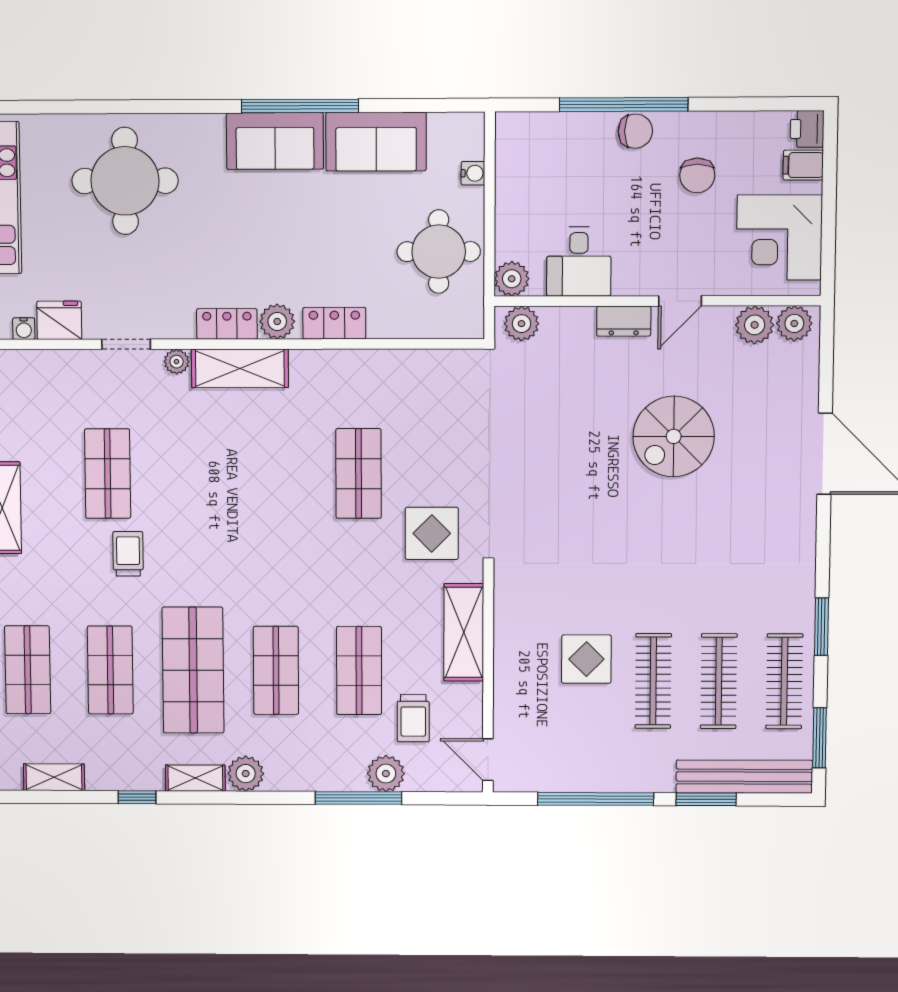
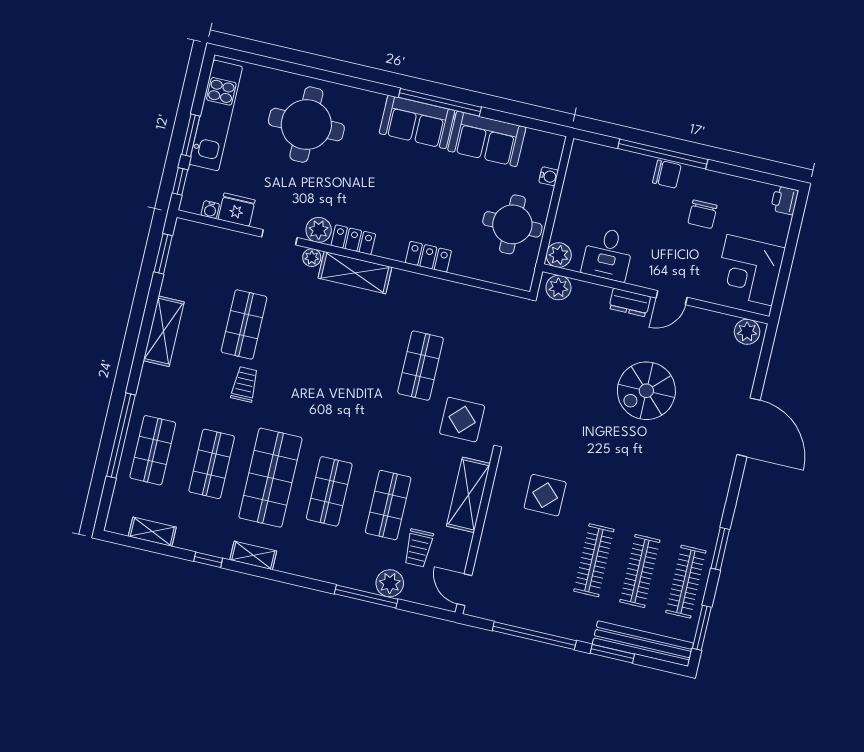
filing cabinet: (803, 165) -> (777, 224), removed
plant: (277, 321) -> (319, 230), moved
plant: (755, 325) -> (719, 326), removed
display table: (586, 659) -> (545, 495), moved
plant: (246, 774) -> (290, 560), removed

